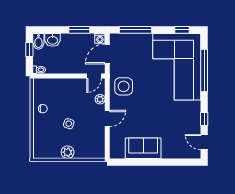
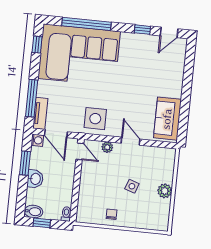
tv unit: (123, 39) -> (40, 113), added
washbasin: (53, 40) -> (35, 179), moved
sofa: (143, 148) -> (167, 119), moved

